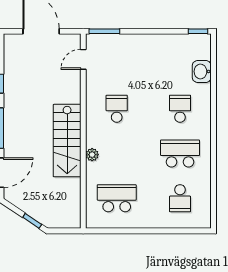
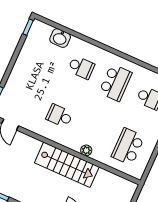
school desk: (180, 109) -> (81, 67), turned 180
school desk: (180, 153) -> (115, 83), turned 180

